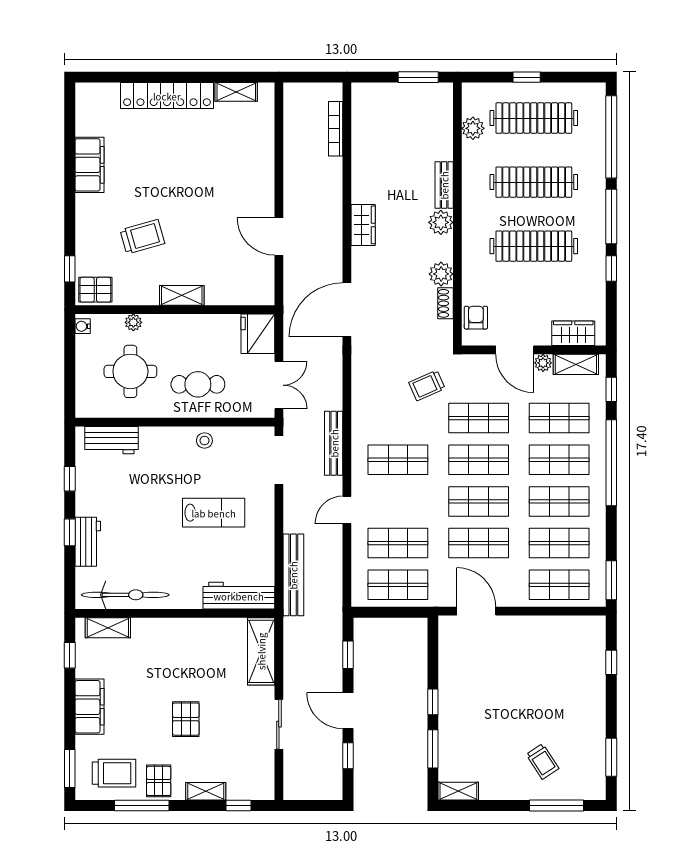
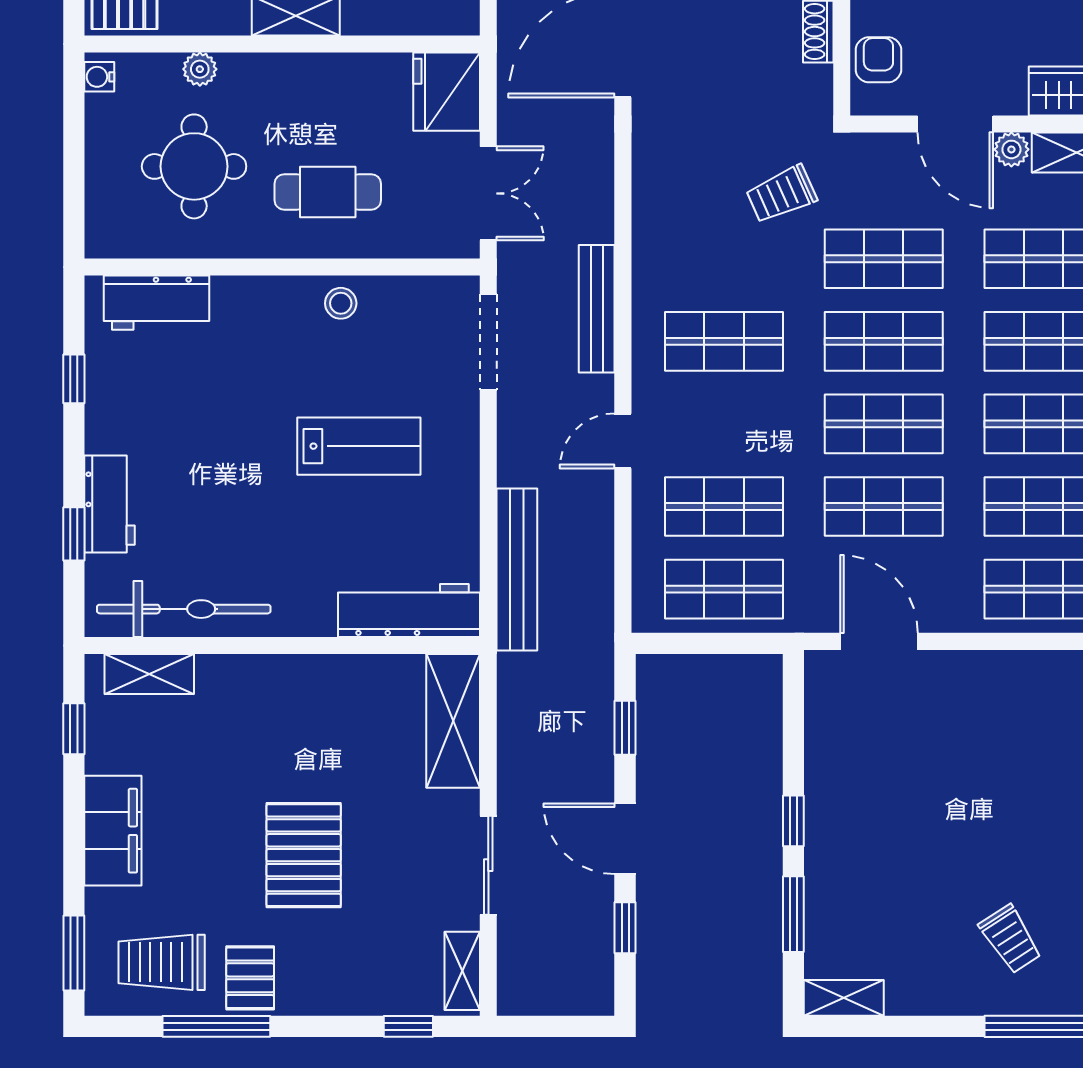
window: (70, 532) -> (74, 534), moved
pallet: (186, 719) -> (304, 855), width x1.50, depth x1.42
trolley: (114, 773) -> (162, 962), turned 180
shelving: (206, 791) -> (462, 971), moved, turned 90

